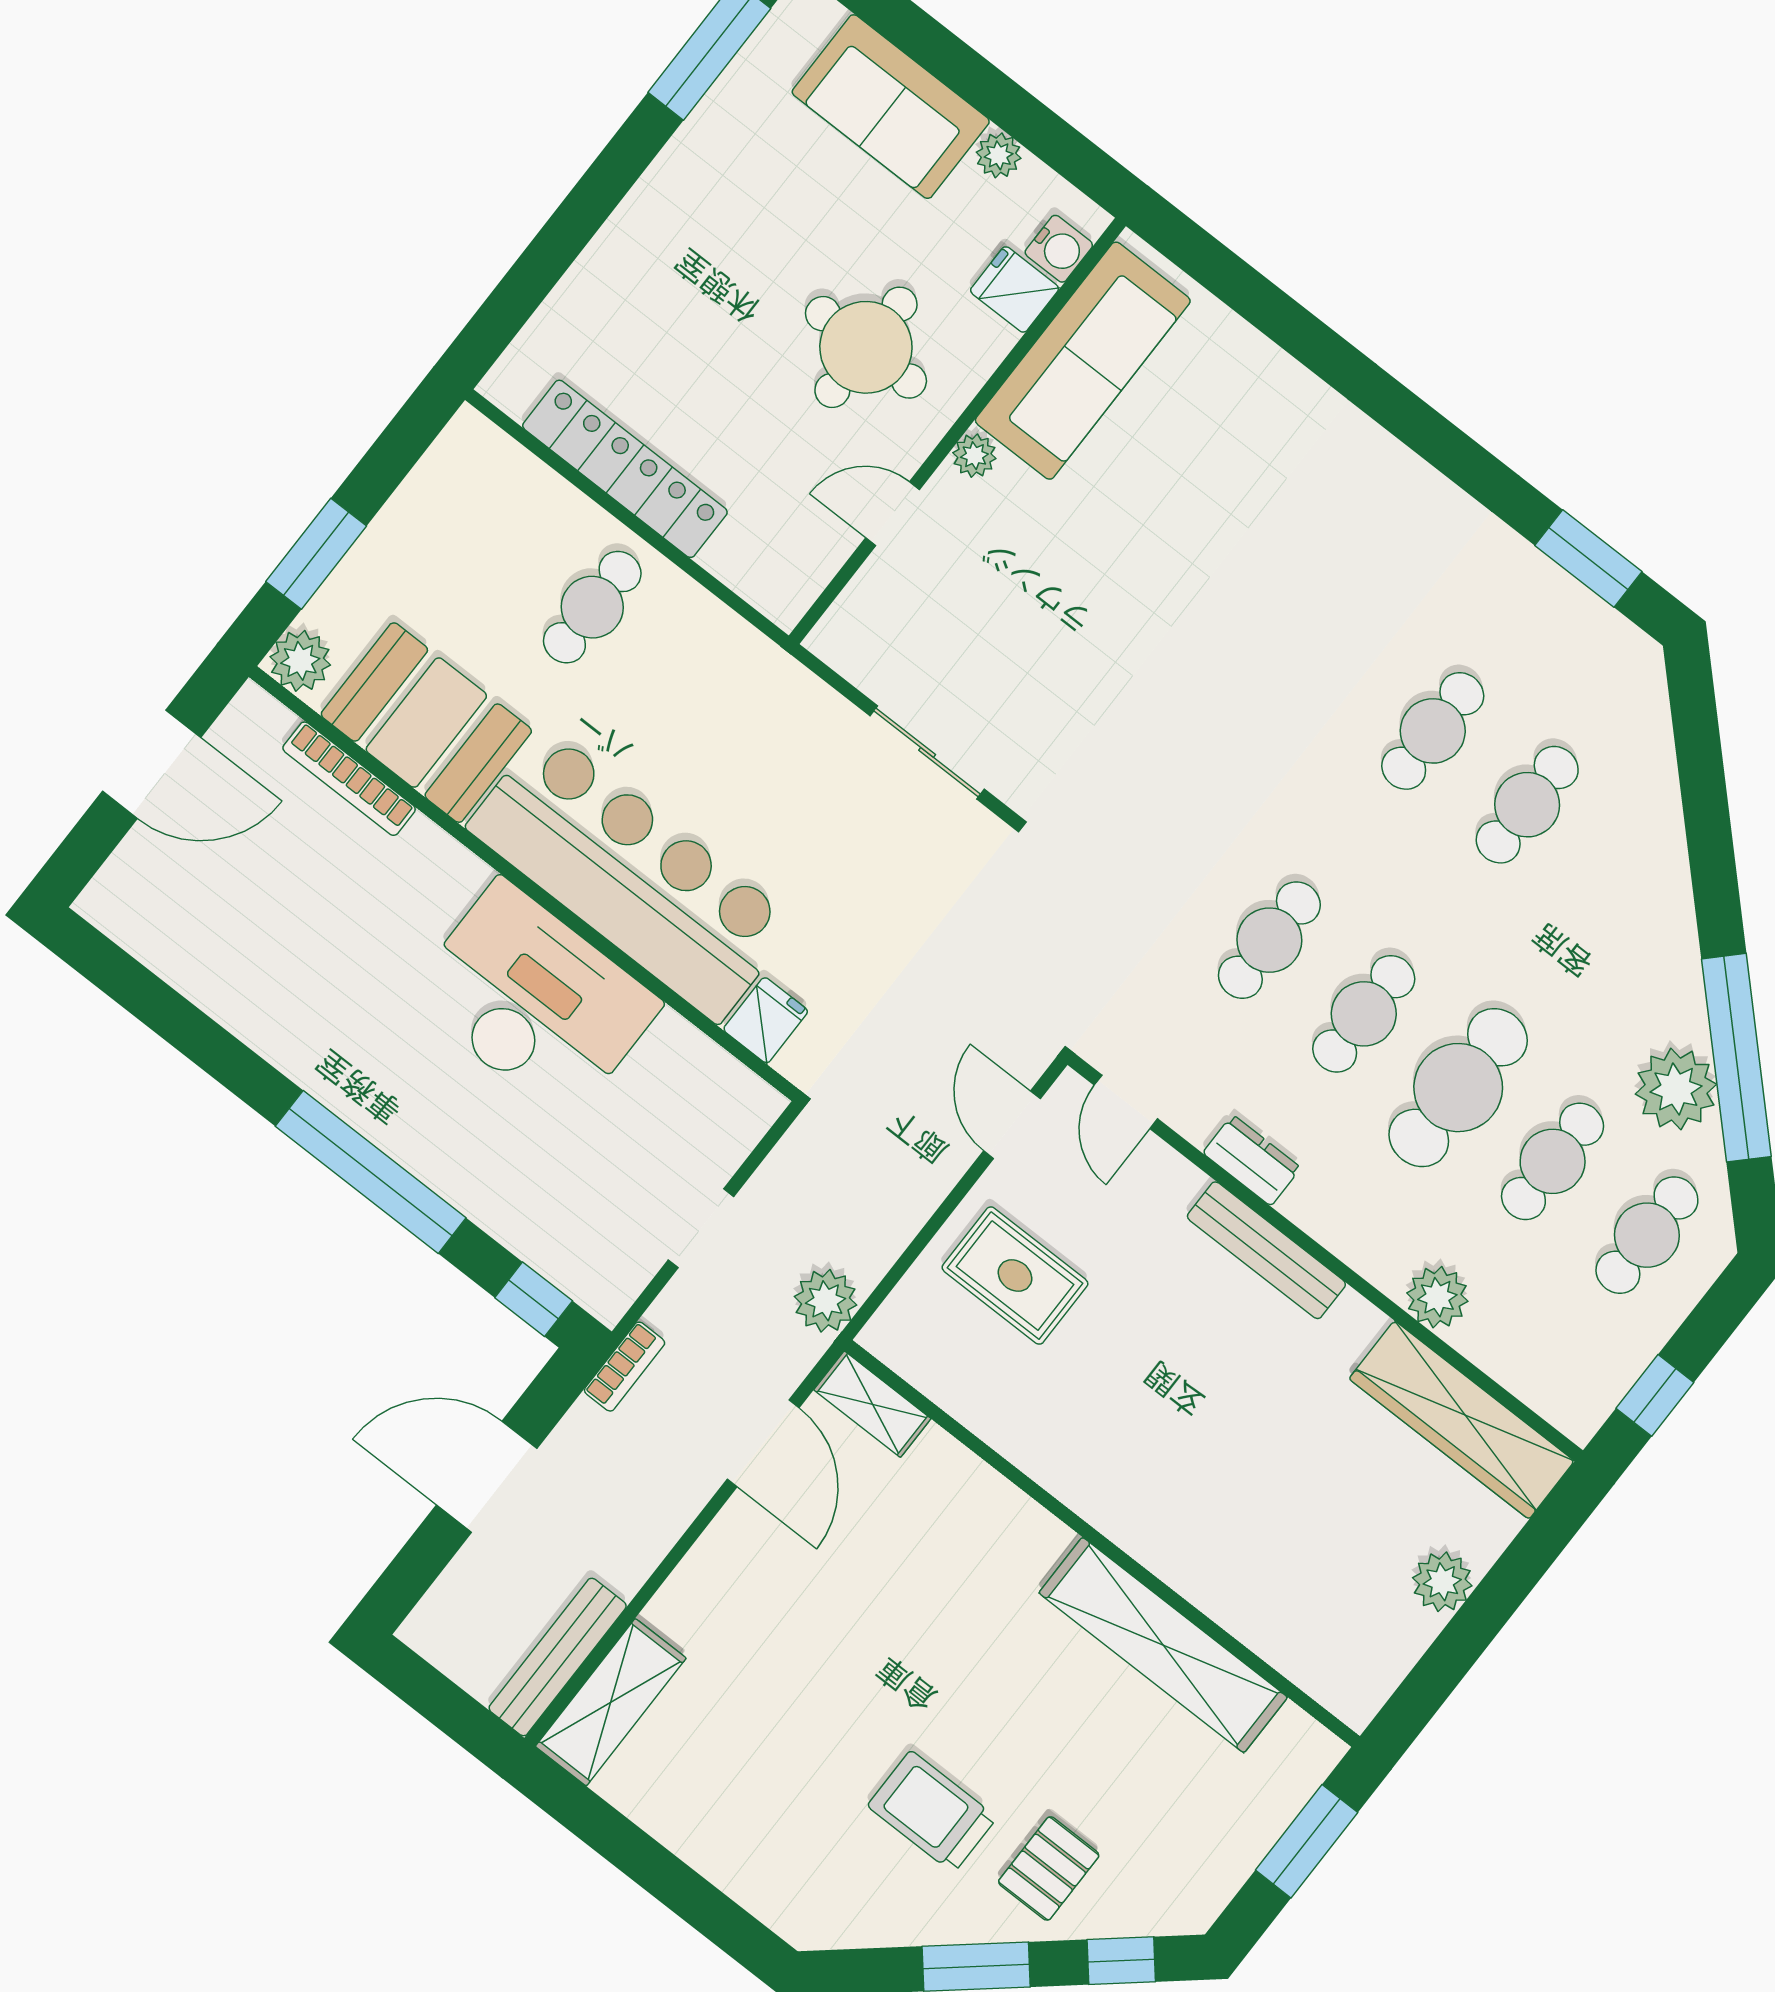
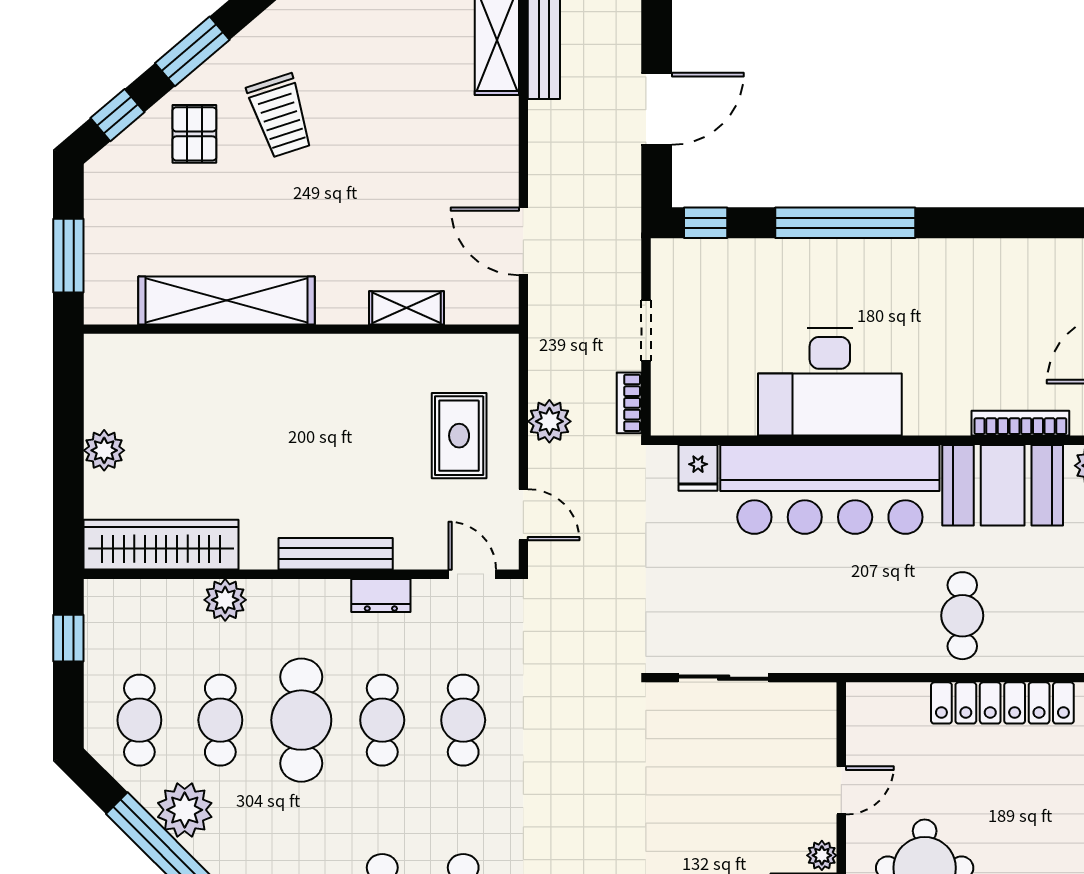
rug: (1015, 1276) -> (459, 436), turned 90
plant: (826, 1301) -> (549, 421), moved
bookcase: (625, 1367) -> (629, 403), moved
shelving: (872, 1404) -> (406, 308), moved
trolley: (932, 1812) -> (280, 116), turned 72

